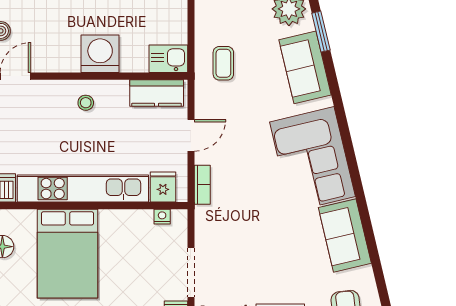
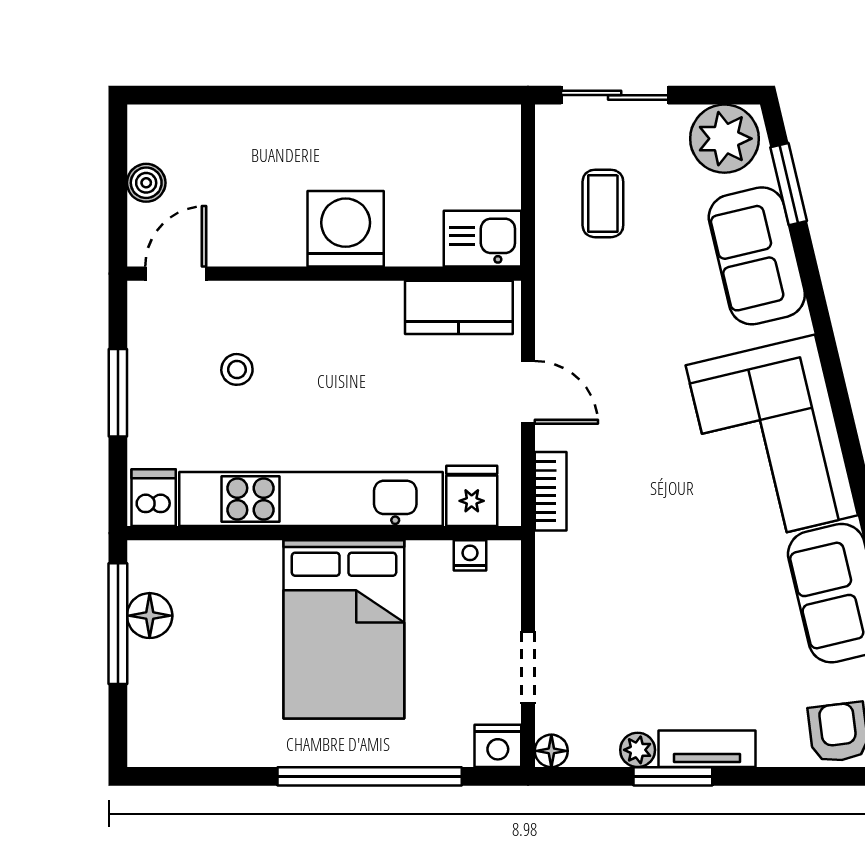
coffee table: (223, 63) -> (603, 203), moved
stool: (86, 103) -> (237, 369), moved
door: (191, 135) -> (528, 392), hinge flipped
bed: (67, 254) -> (344, 629), moved
doorway: (191, 273) -> (528, 668), width x0.73

